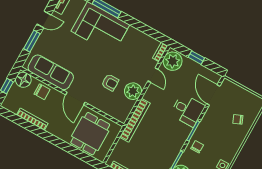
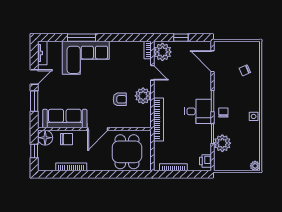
door: (75, 98) -> (98, 129), hinge flipped
desk: (188, 110) -> (198, 111), moved

